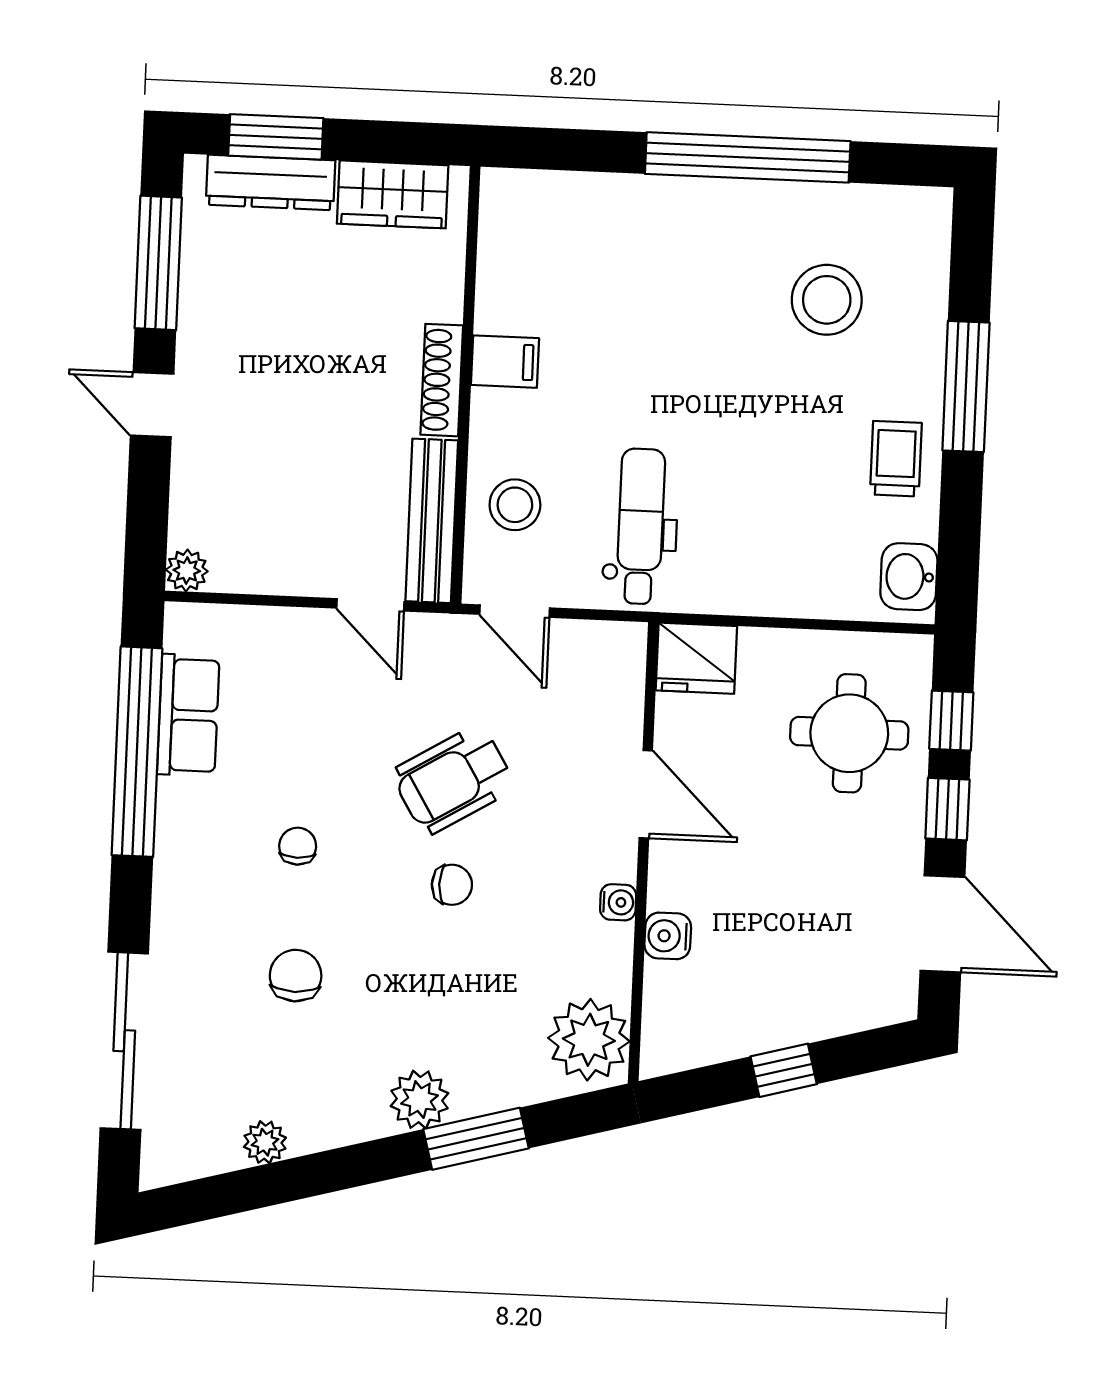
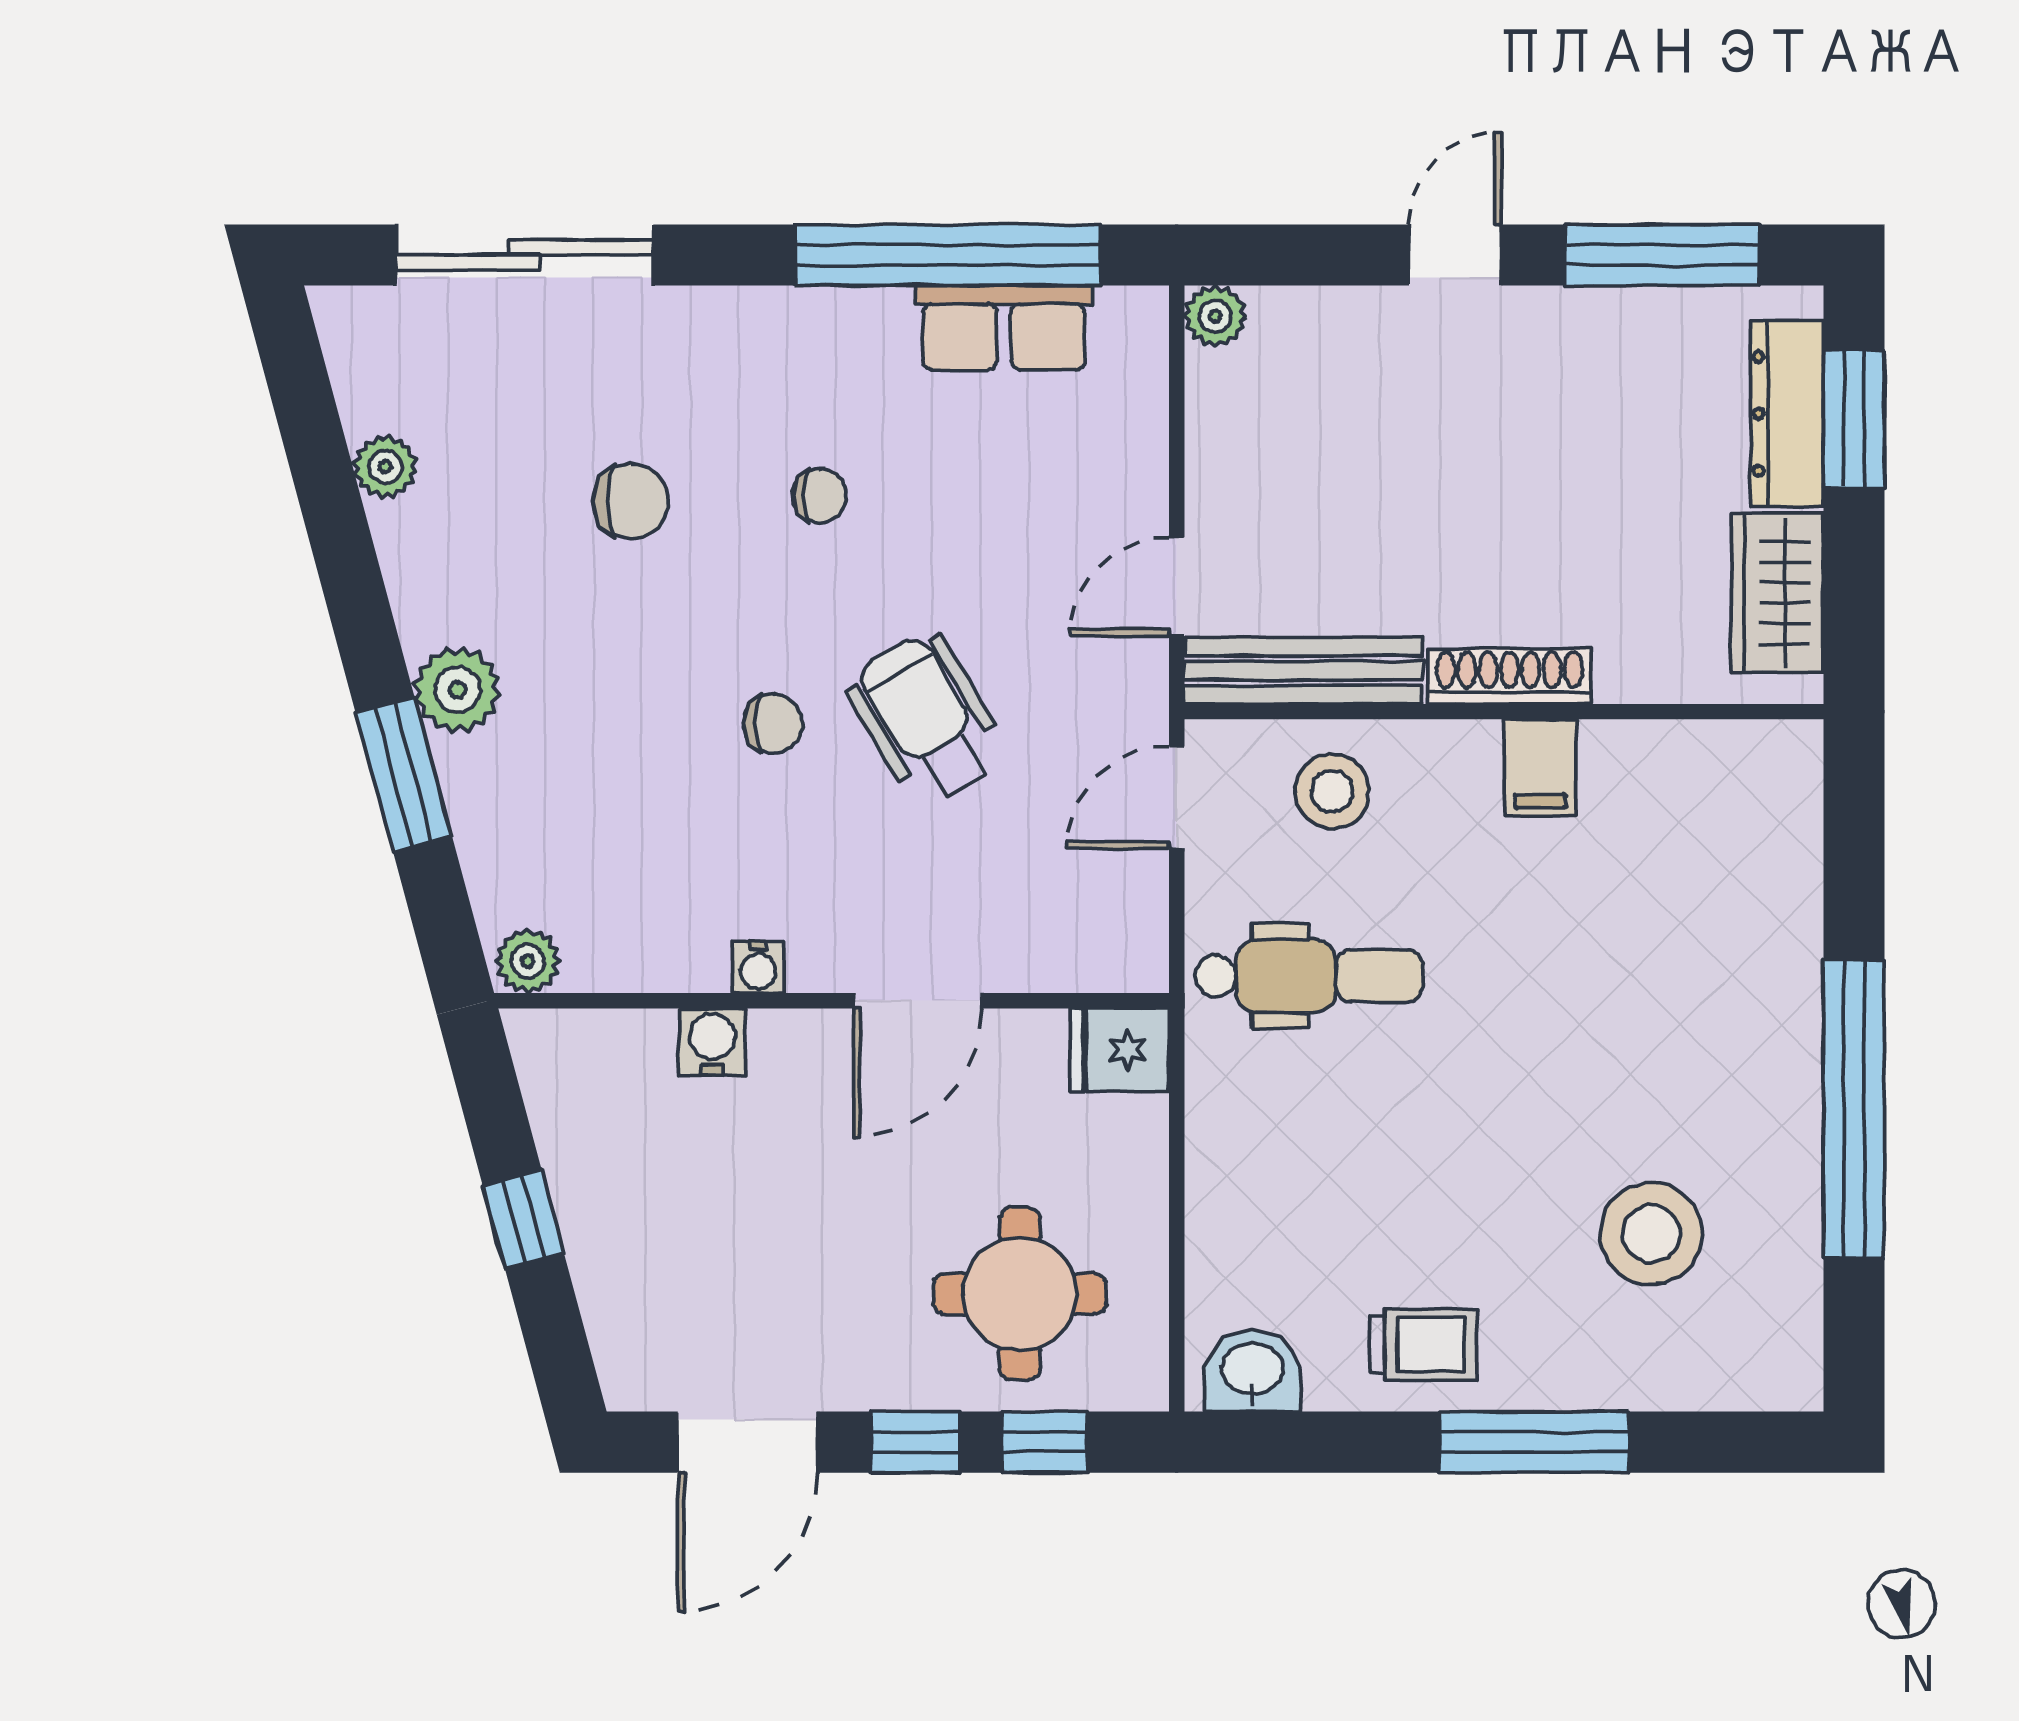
fridge: (696, 658) -> (1120, 1050), width x0.72
chair: (452, 885) -> (773, 723), turned -90
plant: (589, 1040) -> (528, 961), width x0.53, depth x0.53

